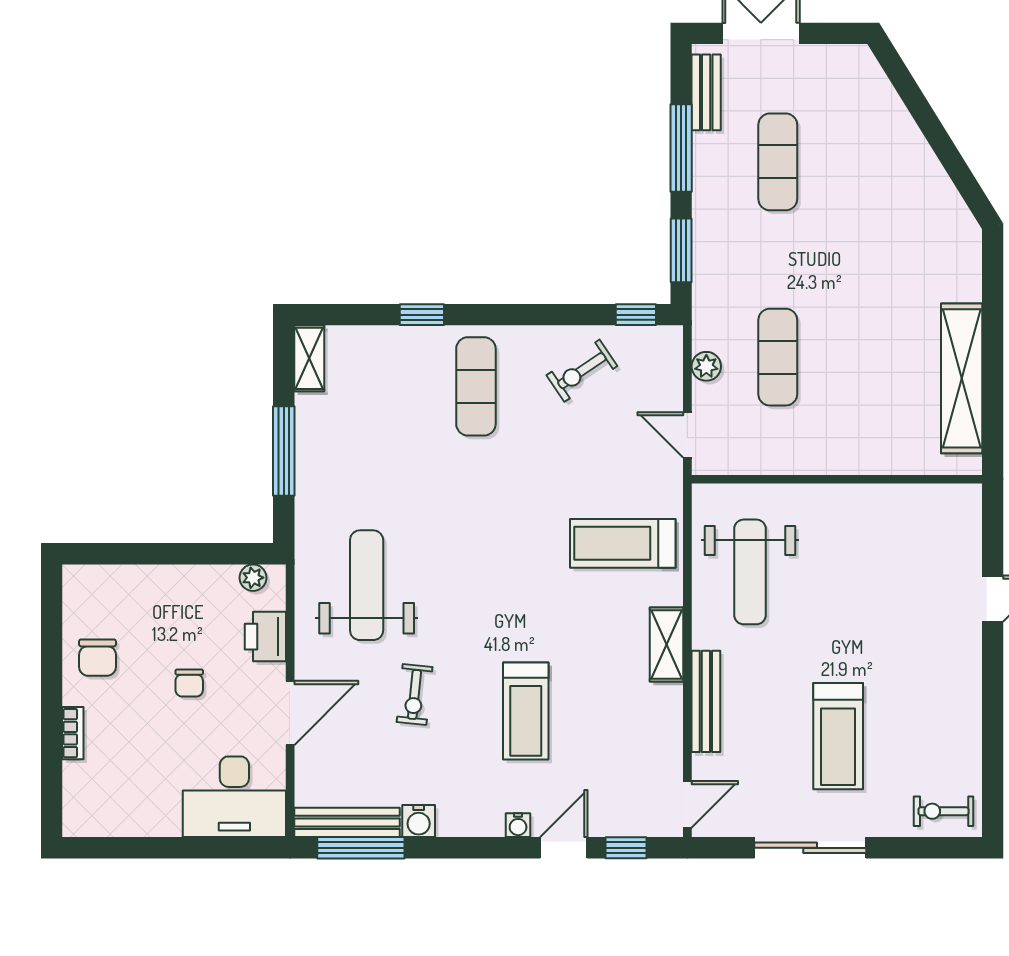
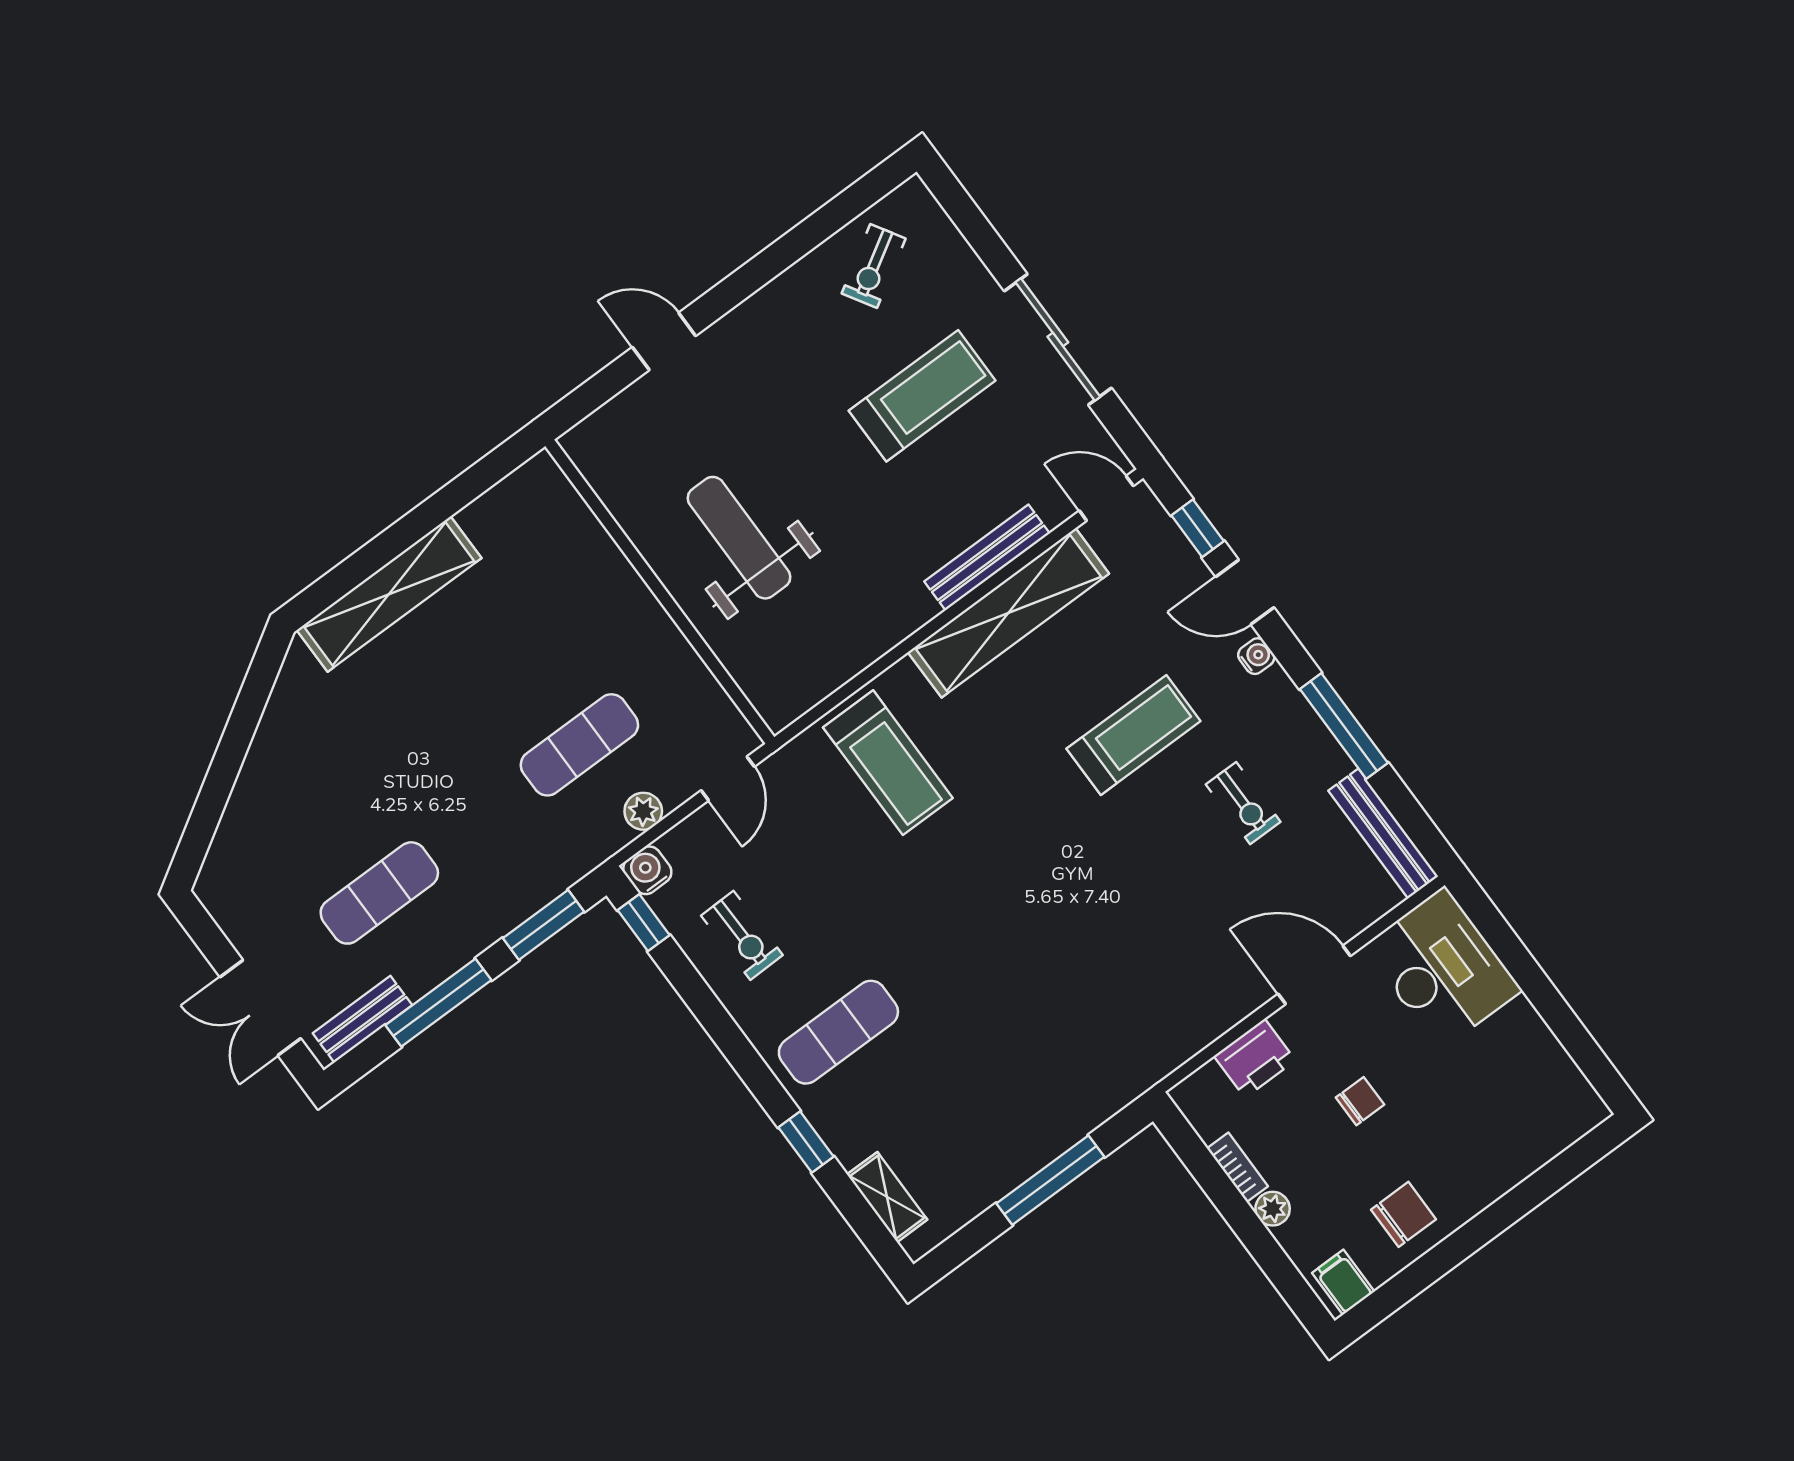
shelving: (309, 358) -> (887, 1197), moved, turned 90
exercise bike: (582, 371) -> (742, 935), turned 33
shelving: (962, 378) -> (389, 594), moved
weight bench: (750, 572) -> (739, 538), moved, turned -90
plant: (253, 578) -> (1273, 1209), moved
weight bench: (367, 585) -> (1125, 993), removed
filing cabinet: (83, 588) -> (1343, 1282), added
shelving: (667, 645) -> (1008, 613), width x2.20, depth x1.33
exercise bike: (415, 695) -> (1243, 803), moved, turned 84
bookcase: (73, 733) -> (1237, 1167), moved, turned 90
exercise bike: (943, 811) -> (874, 266), moved, turned 59
water cooler: (419, 821) -> (647, 870), moved, turned -90
window: (361, 848) -> (1344, 726), moved

